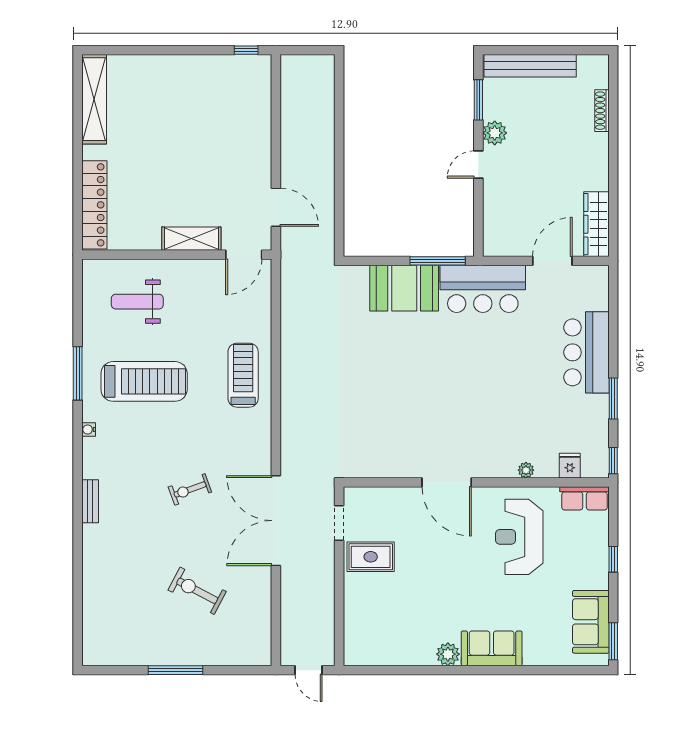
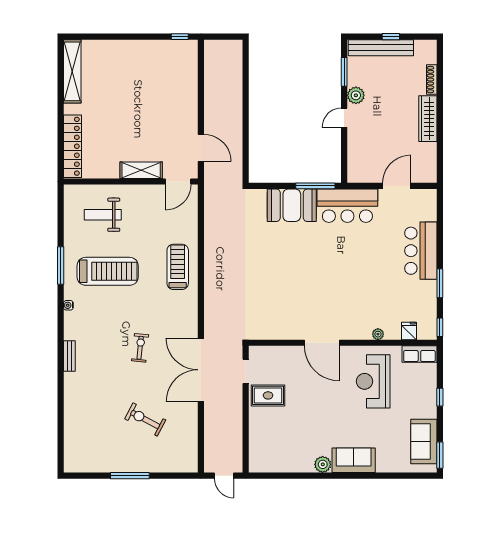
window: (544, 50) -> (391, 37), added
wardrobe: (596, 224) -> (428, 119), moved
exercise bike: (190, 489) -> (140, 348), turned 116

